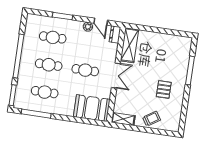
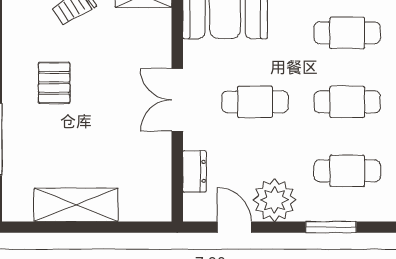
plant: (88, 27) -> (274, 200), width x1.87, depth x1.87
dresser: (115, 34) -> (194, 171), moved
shelving: (129, 45) -> (76, 205), moved, turned 90

